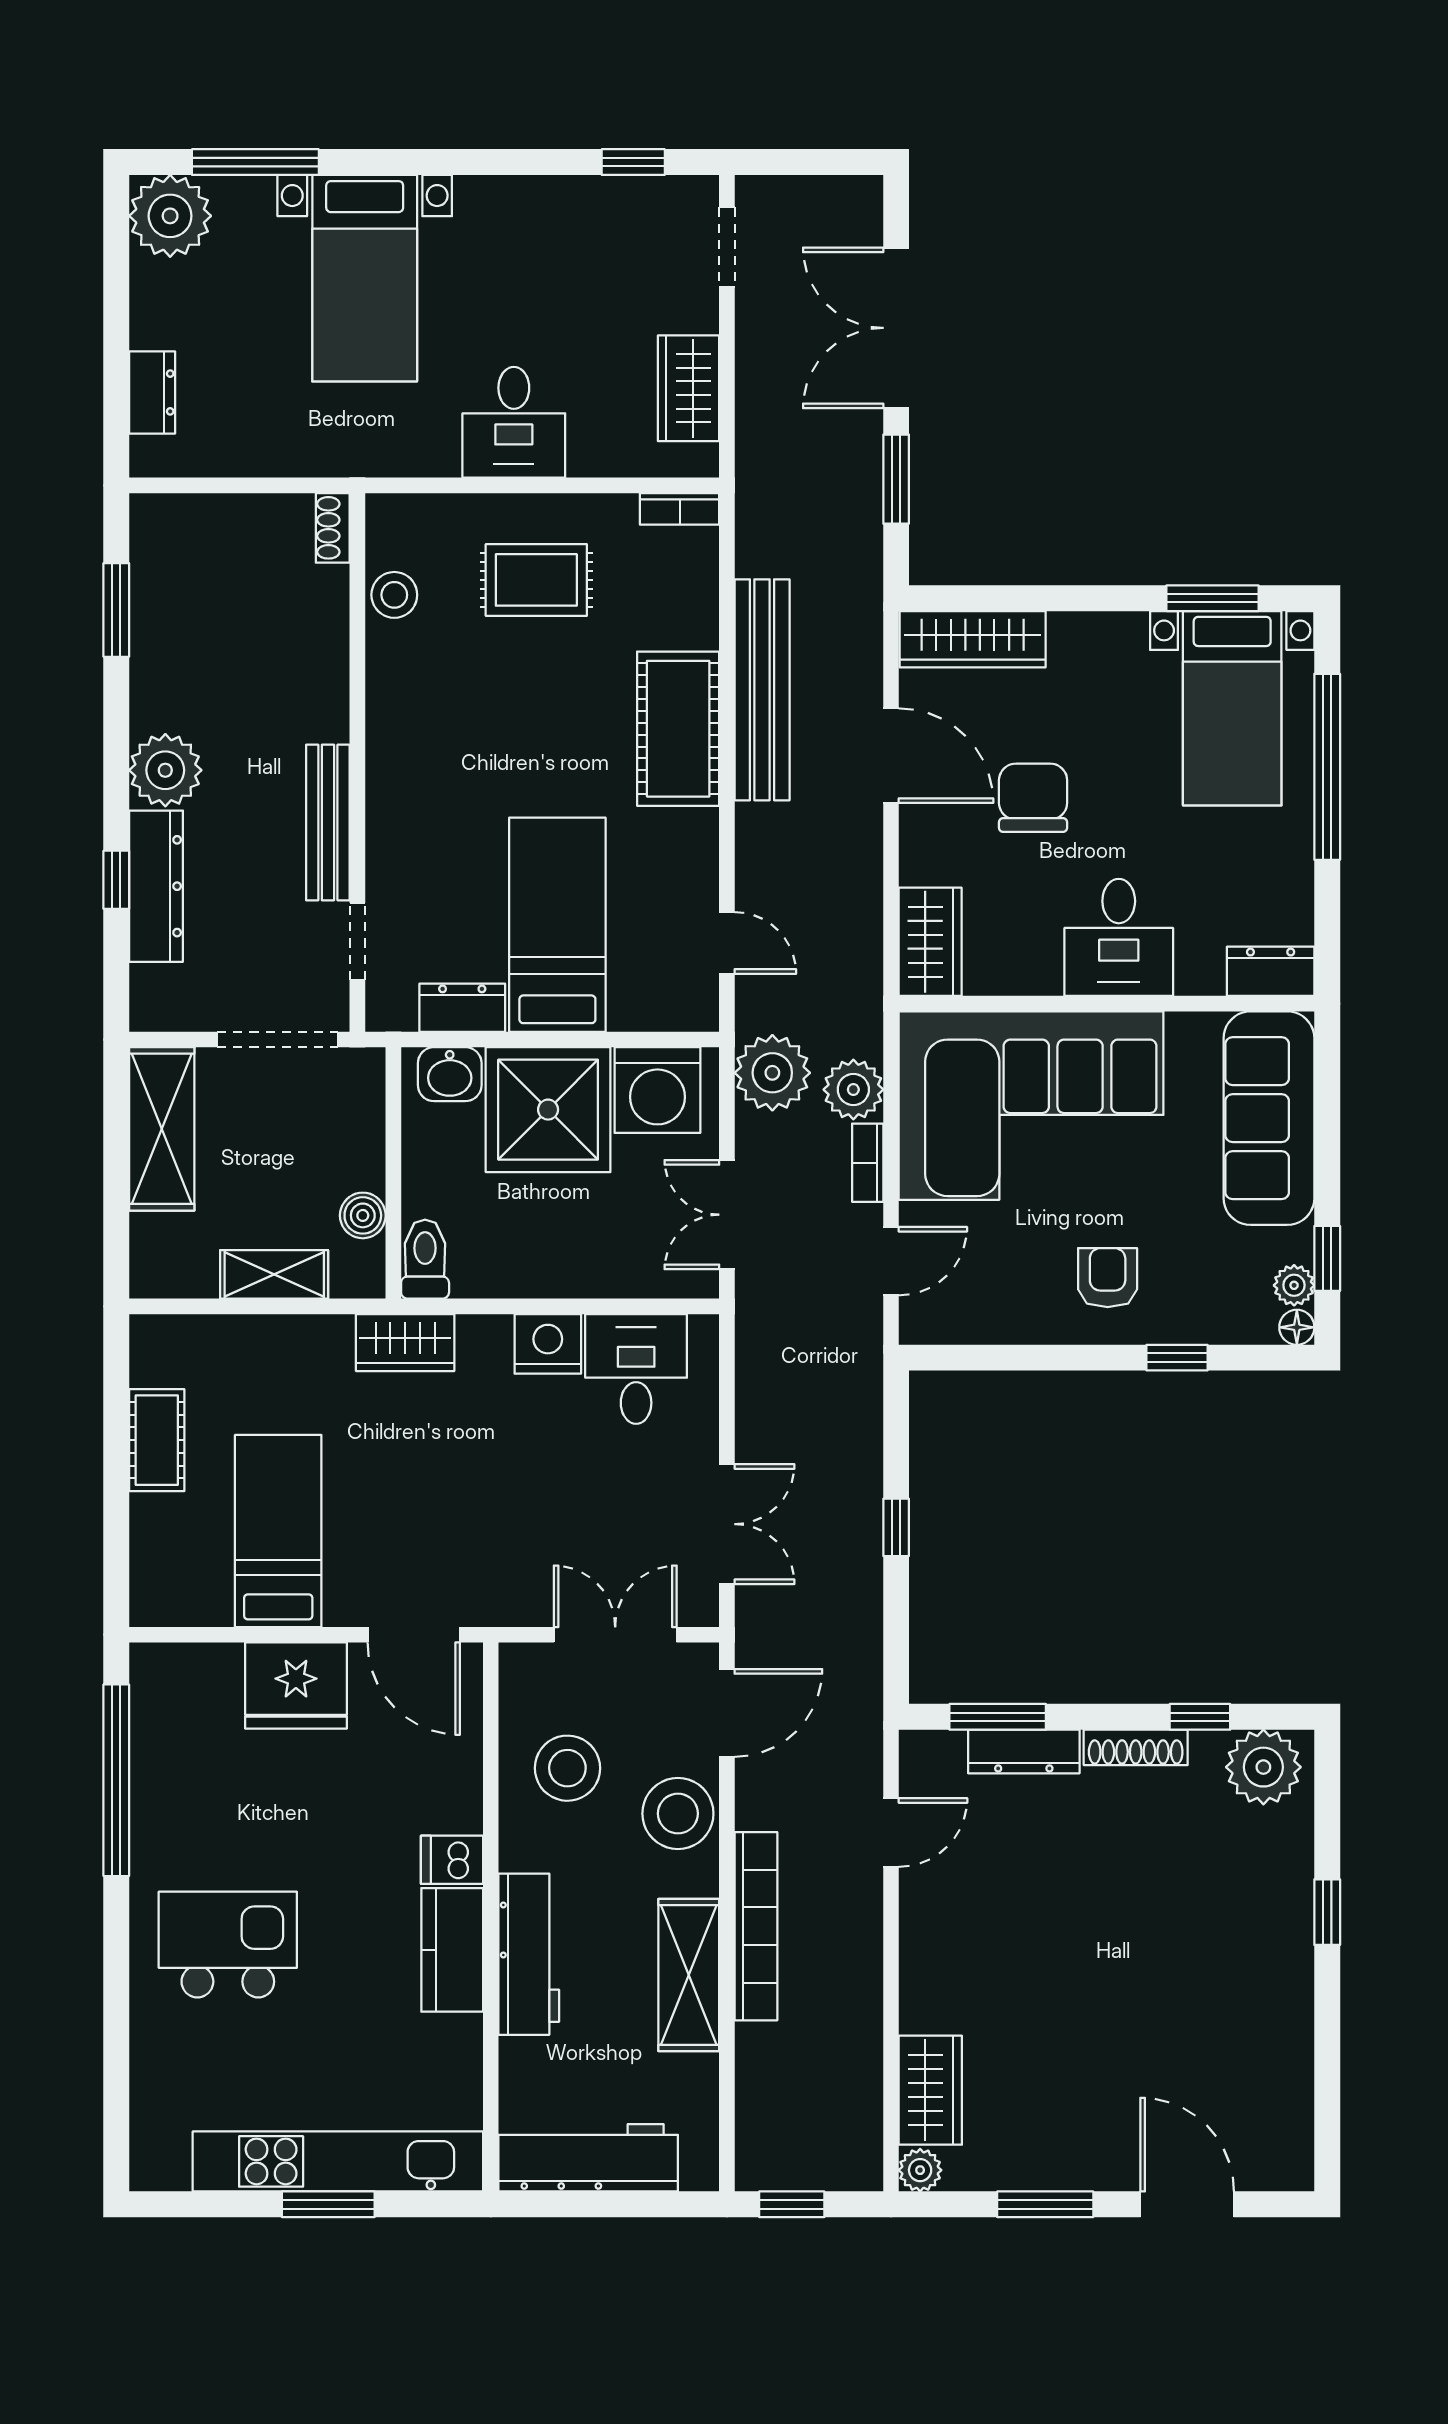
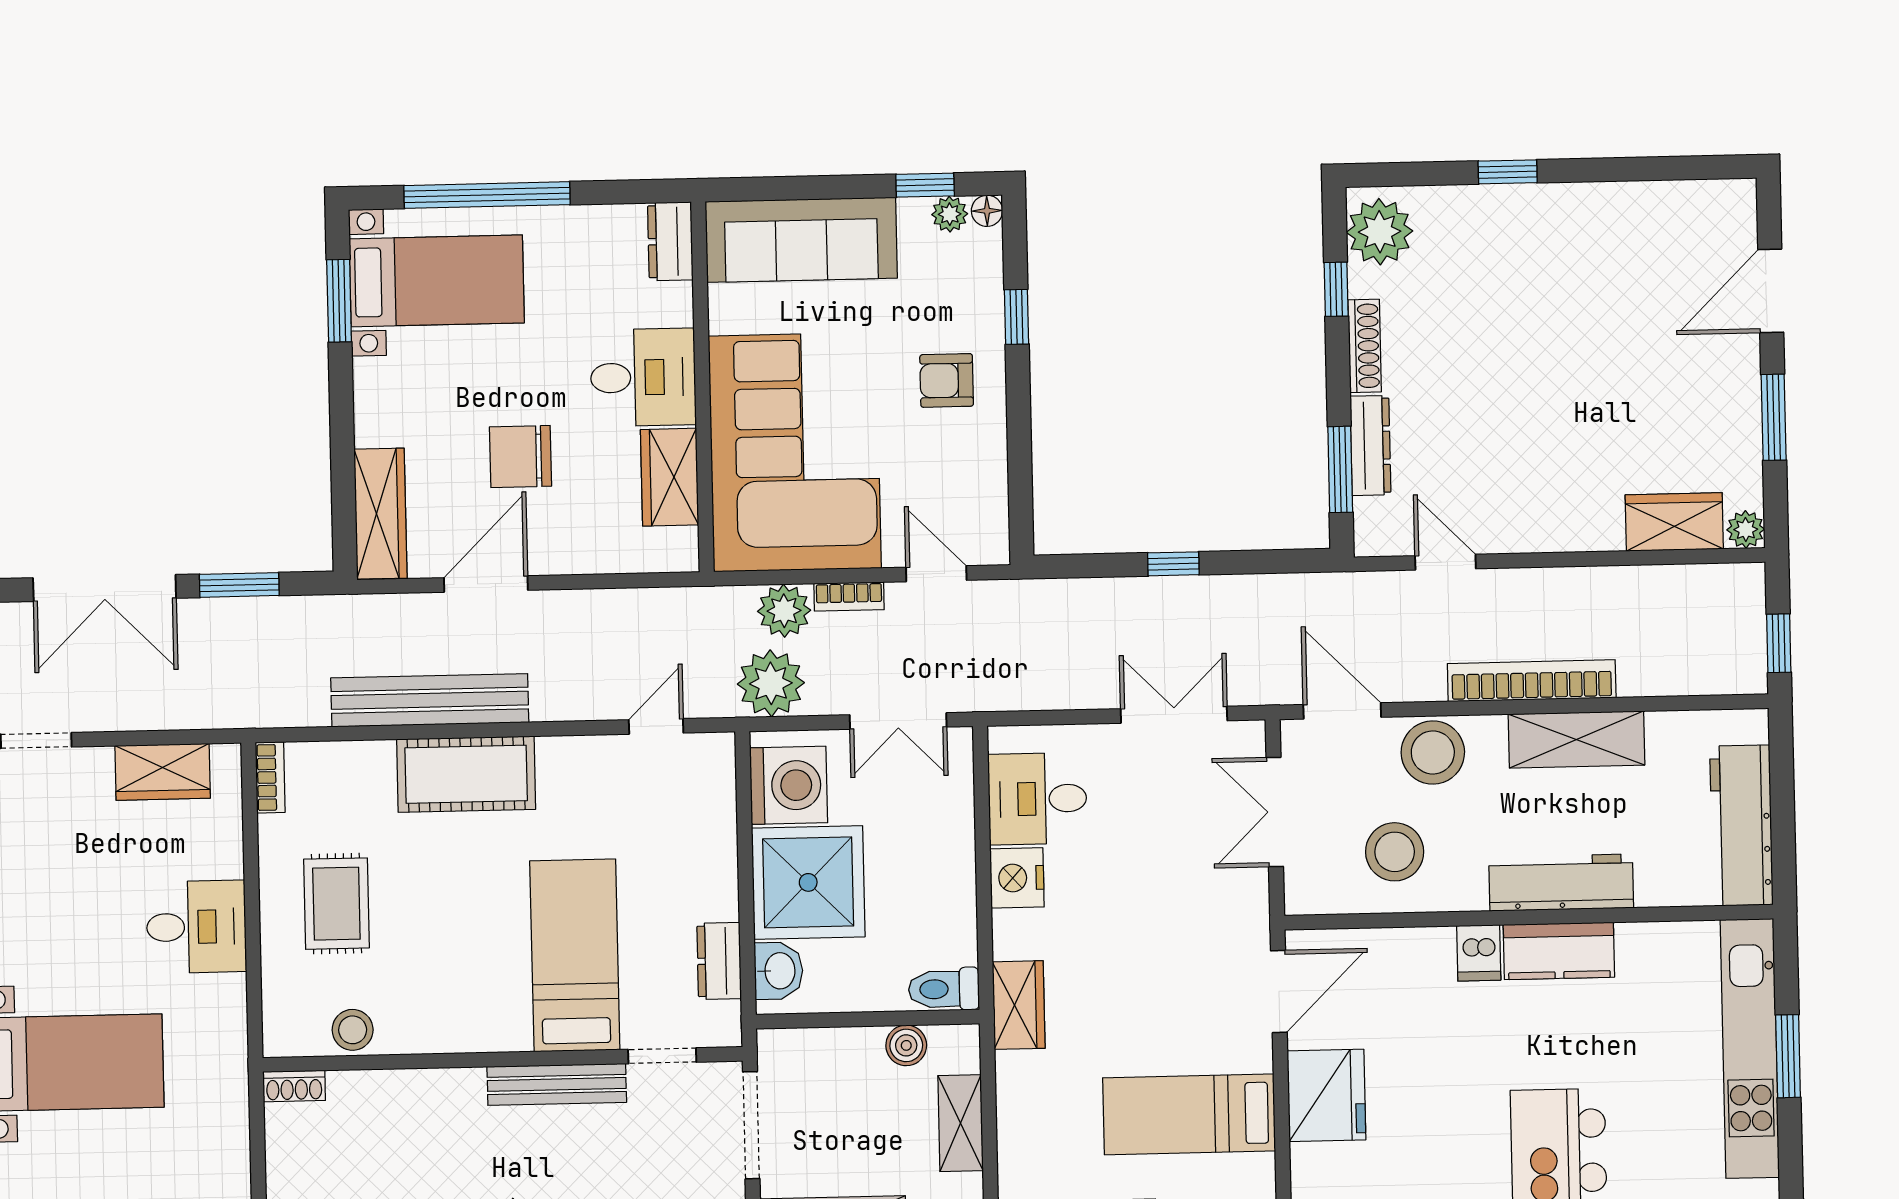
bed: (557, 925) -> (575, 955), moved, turned 90
wardrobe: (930, 942) -> (670, 477), moved, turned -90

